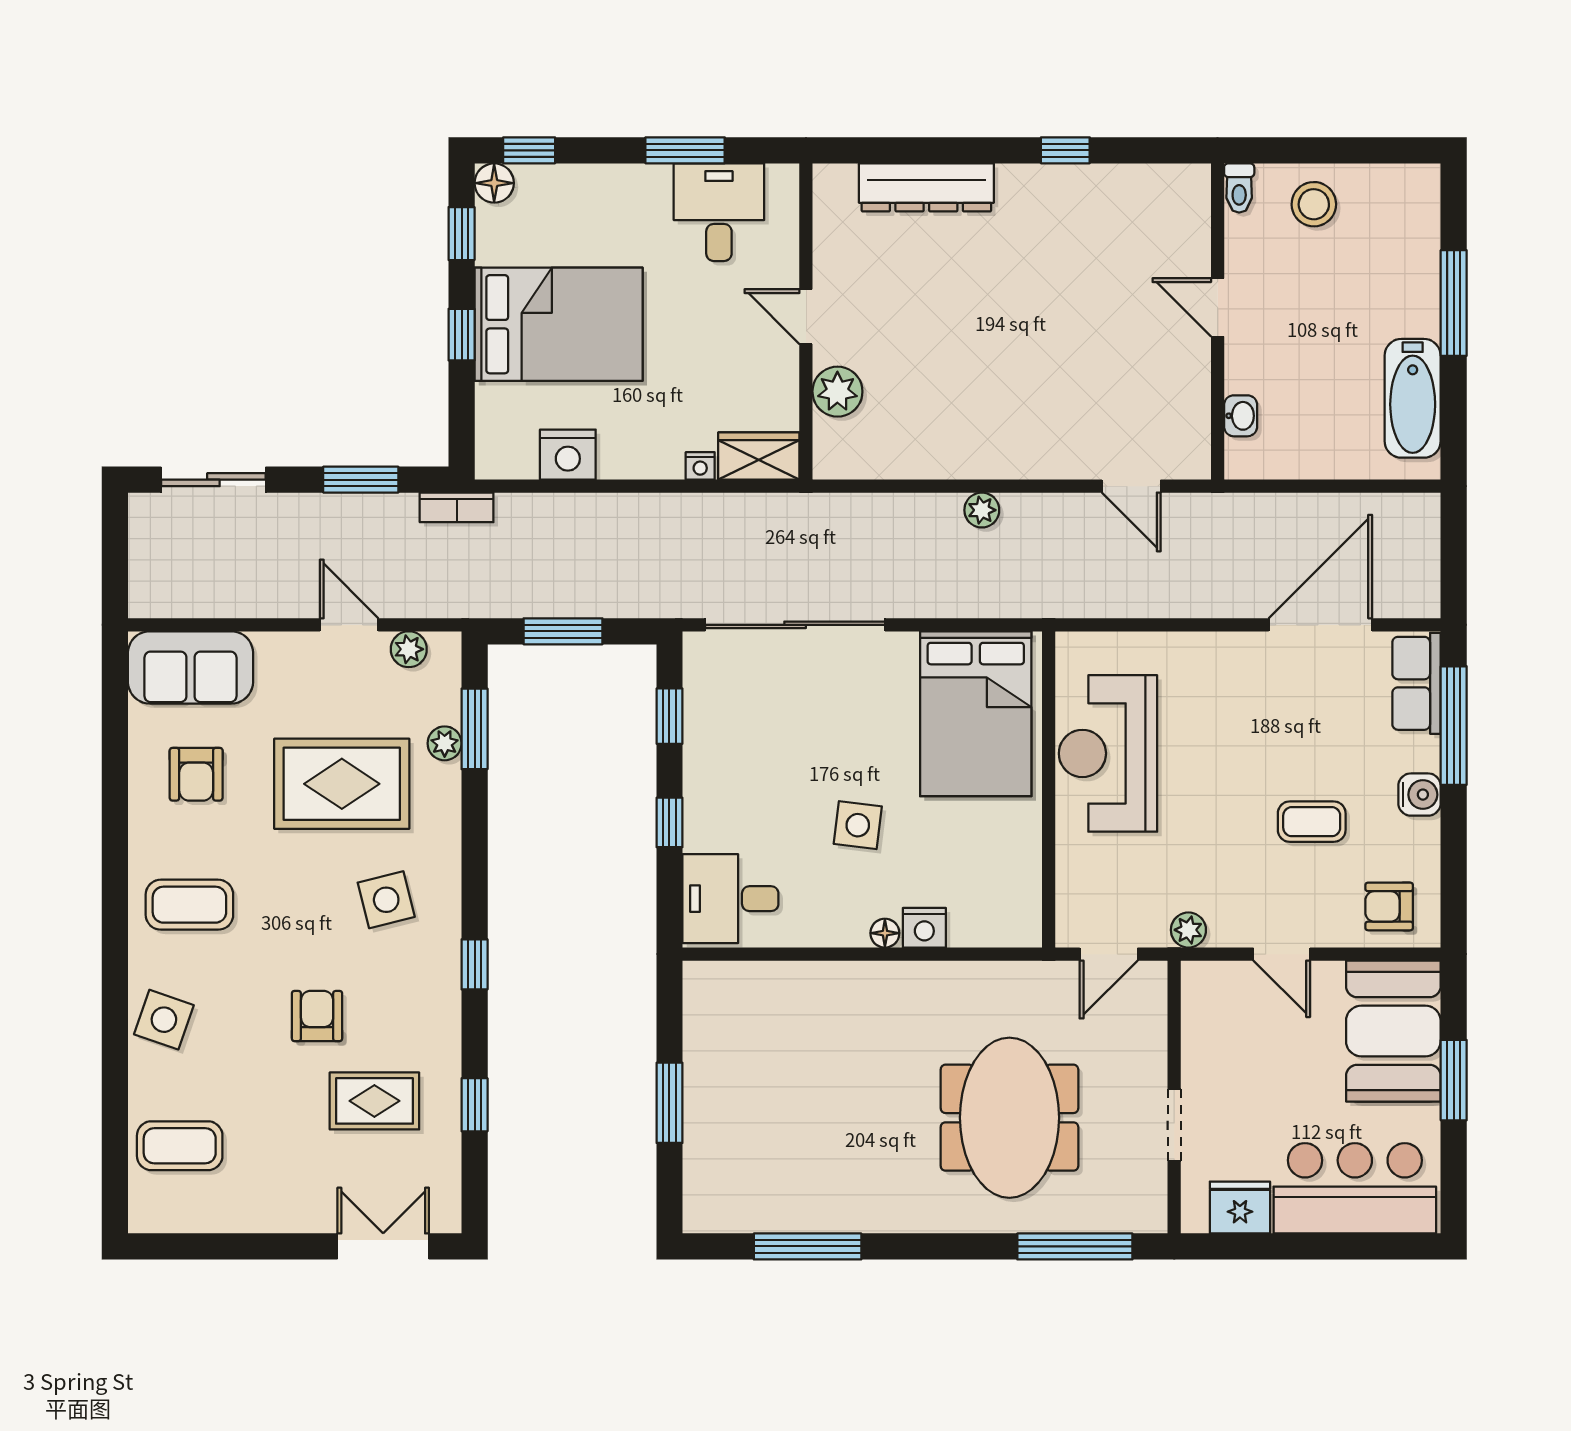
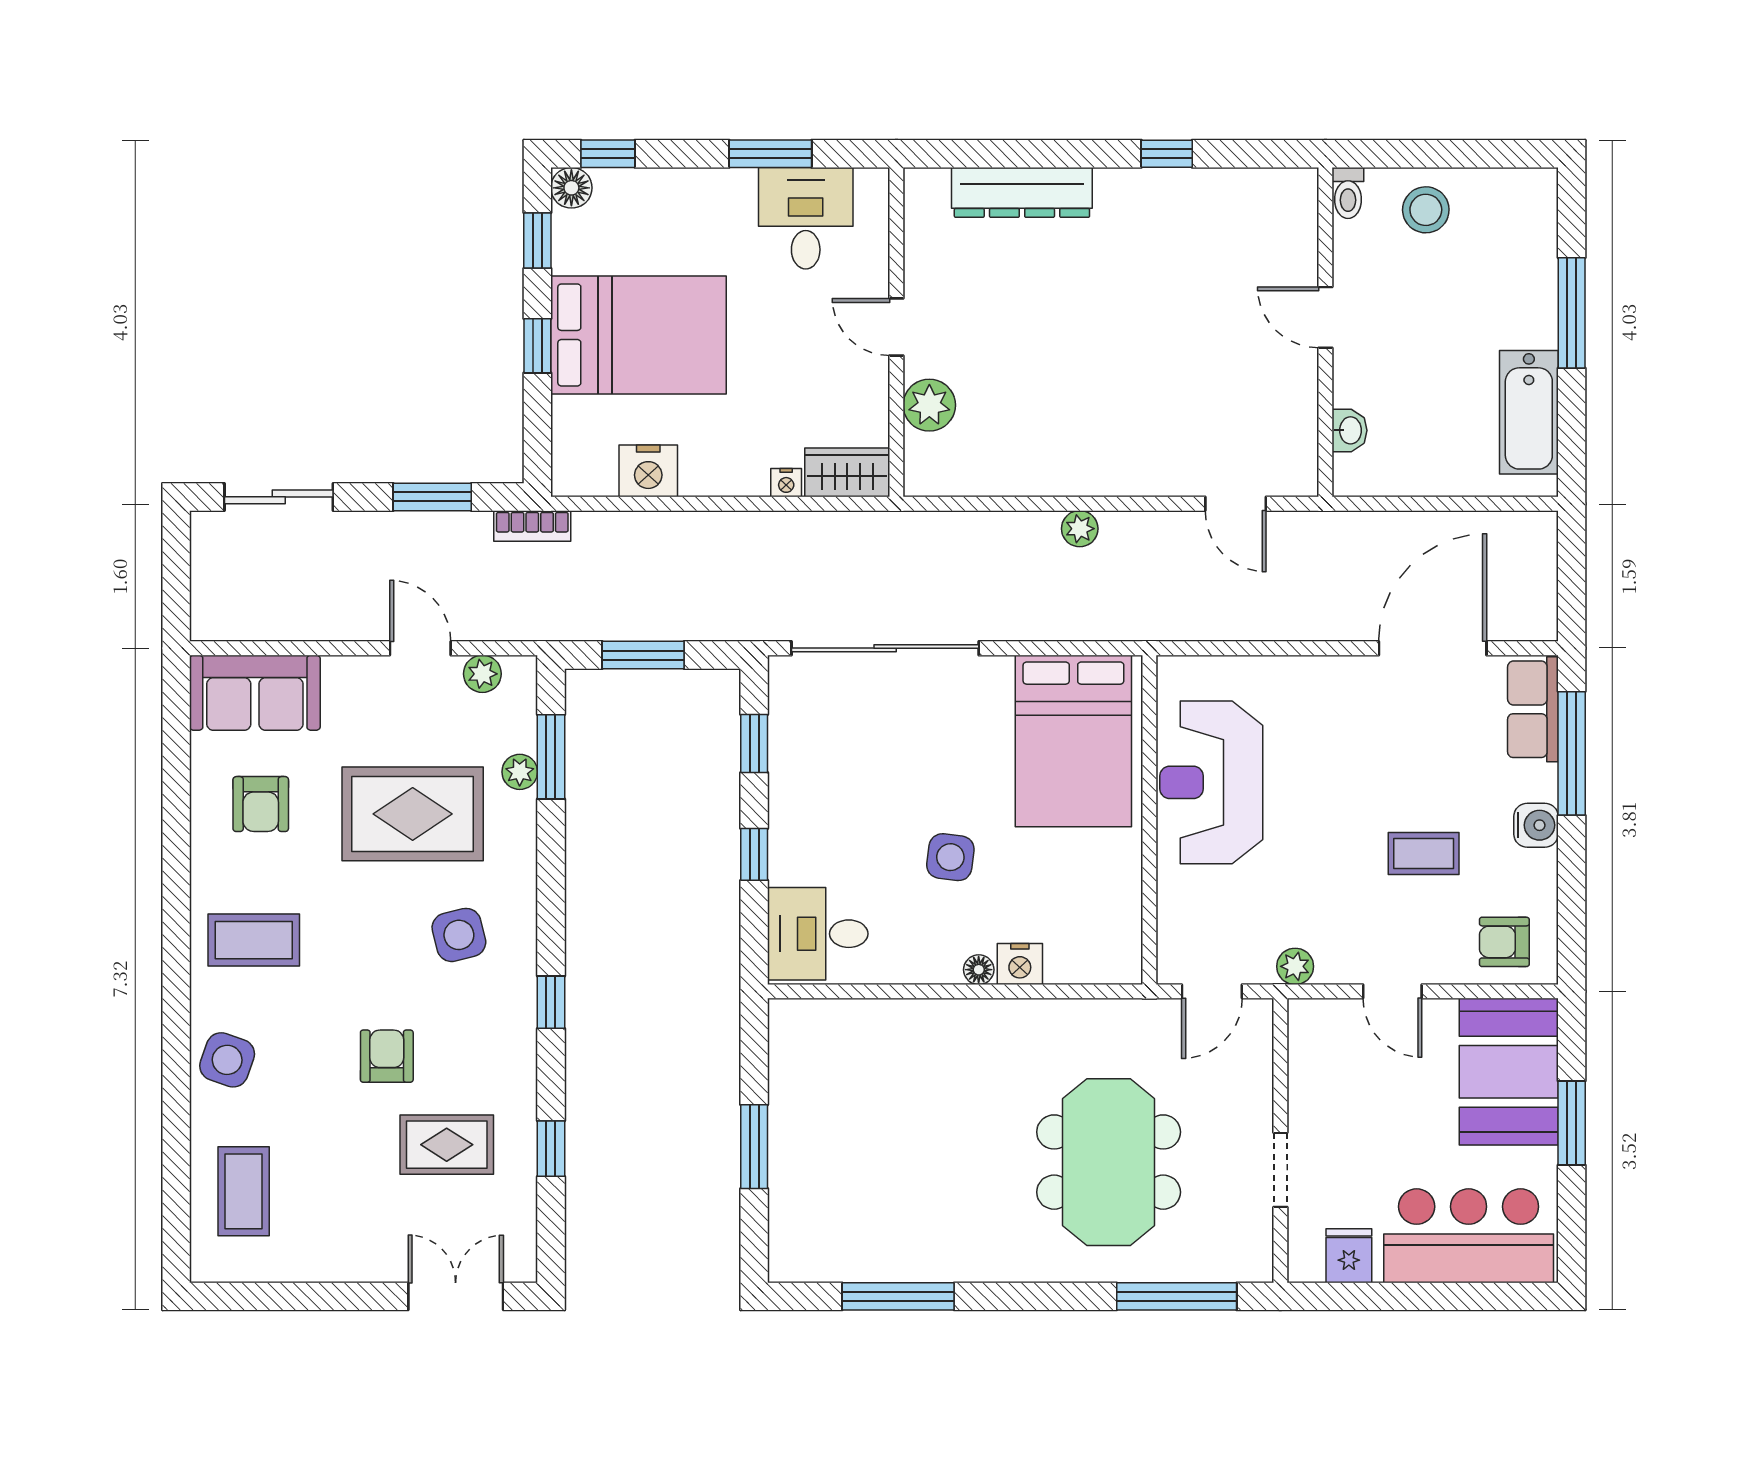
coffee table: (180, 1146) -> (244, 1191), turned 90
fridge: (1240, 1208) -> (1349, 1256), width x0.72

